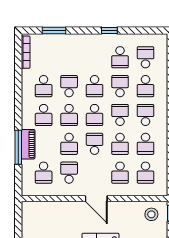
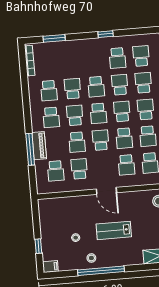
school desk: (145, 86) -> (143, 83), turned 180
school desk: (69, 115) -> (75, 115), turned 180

